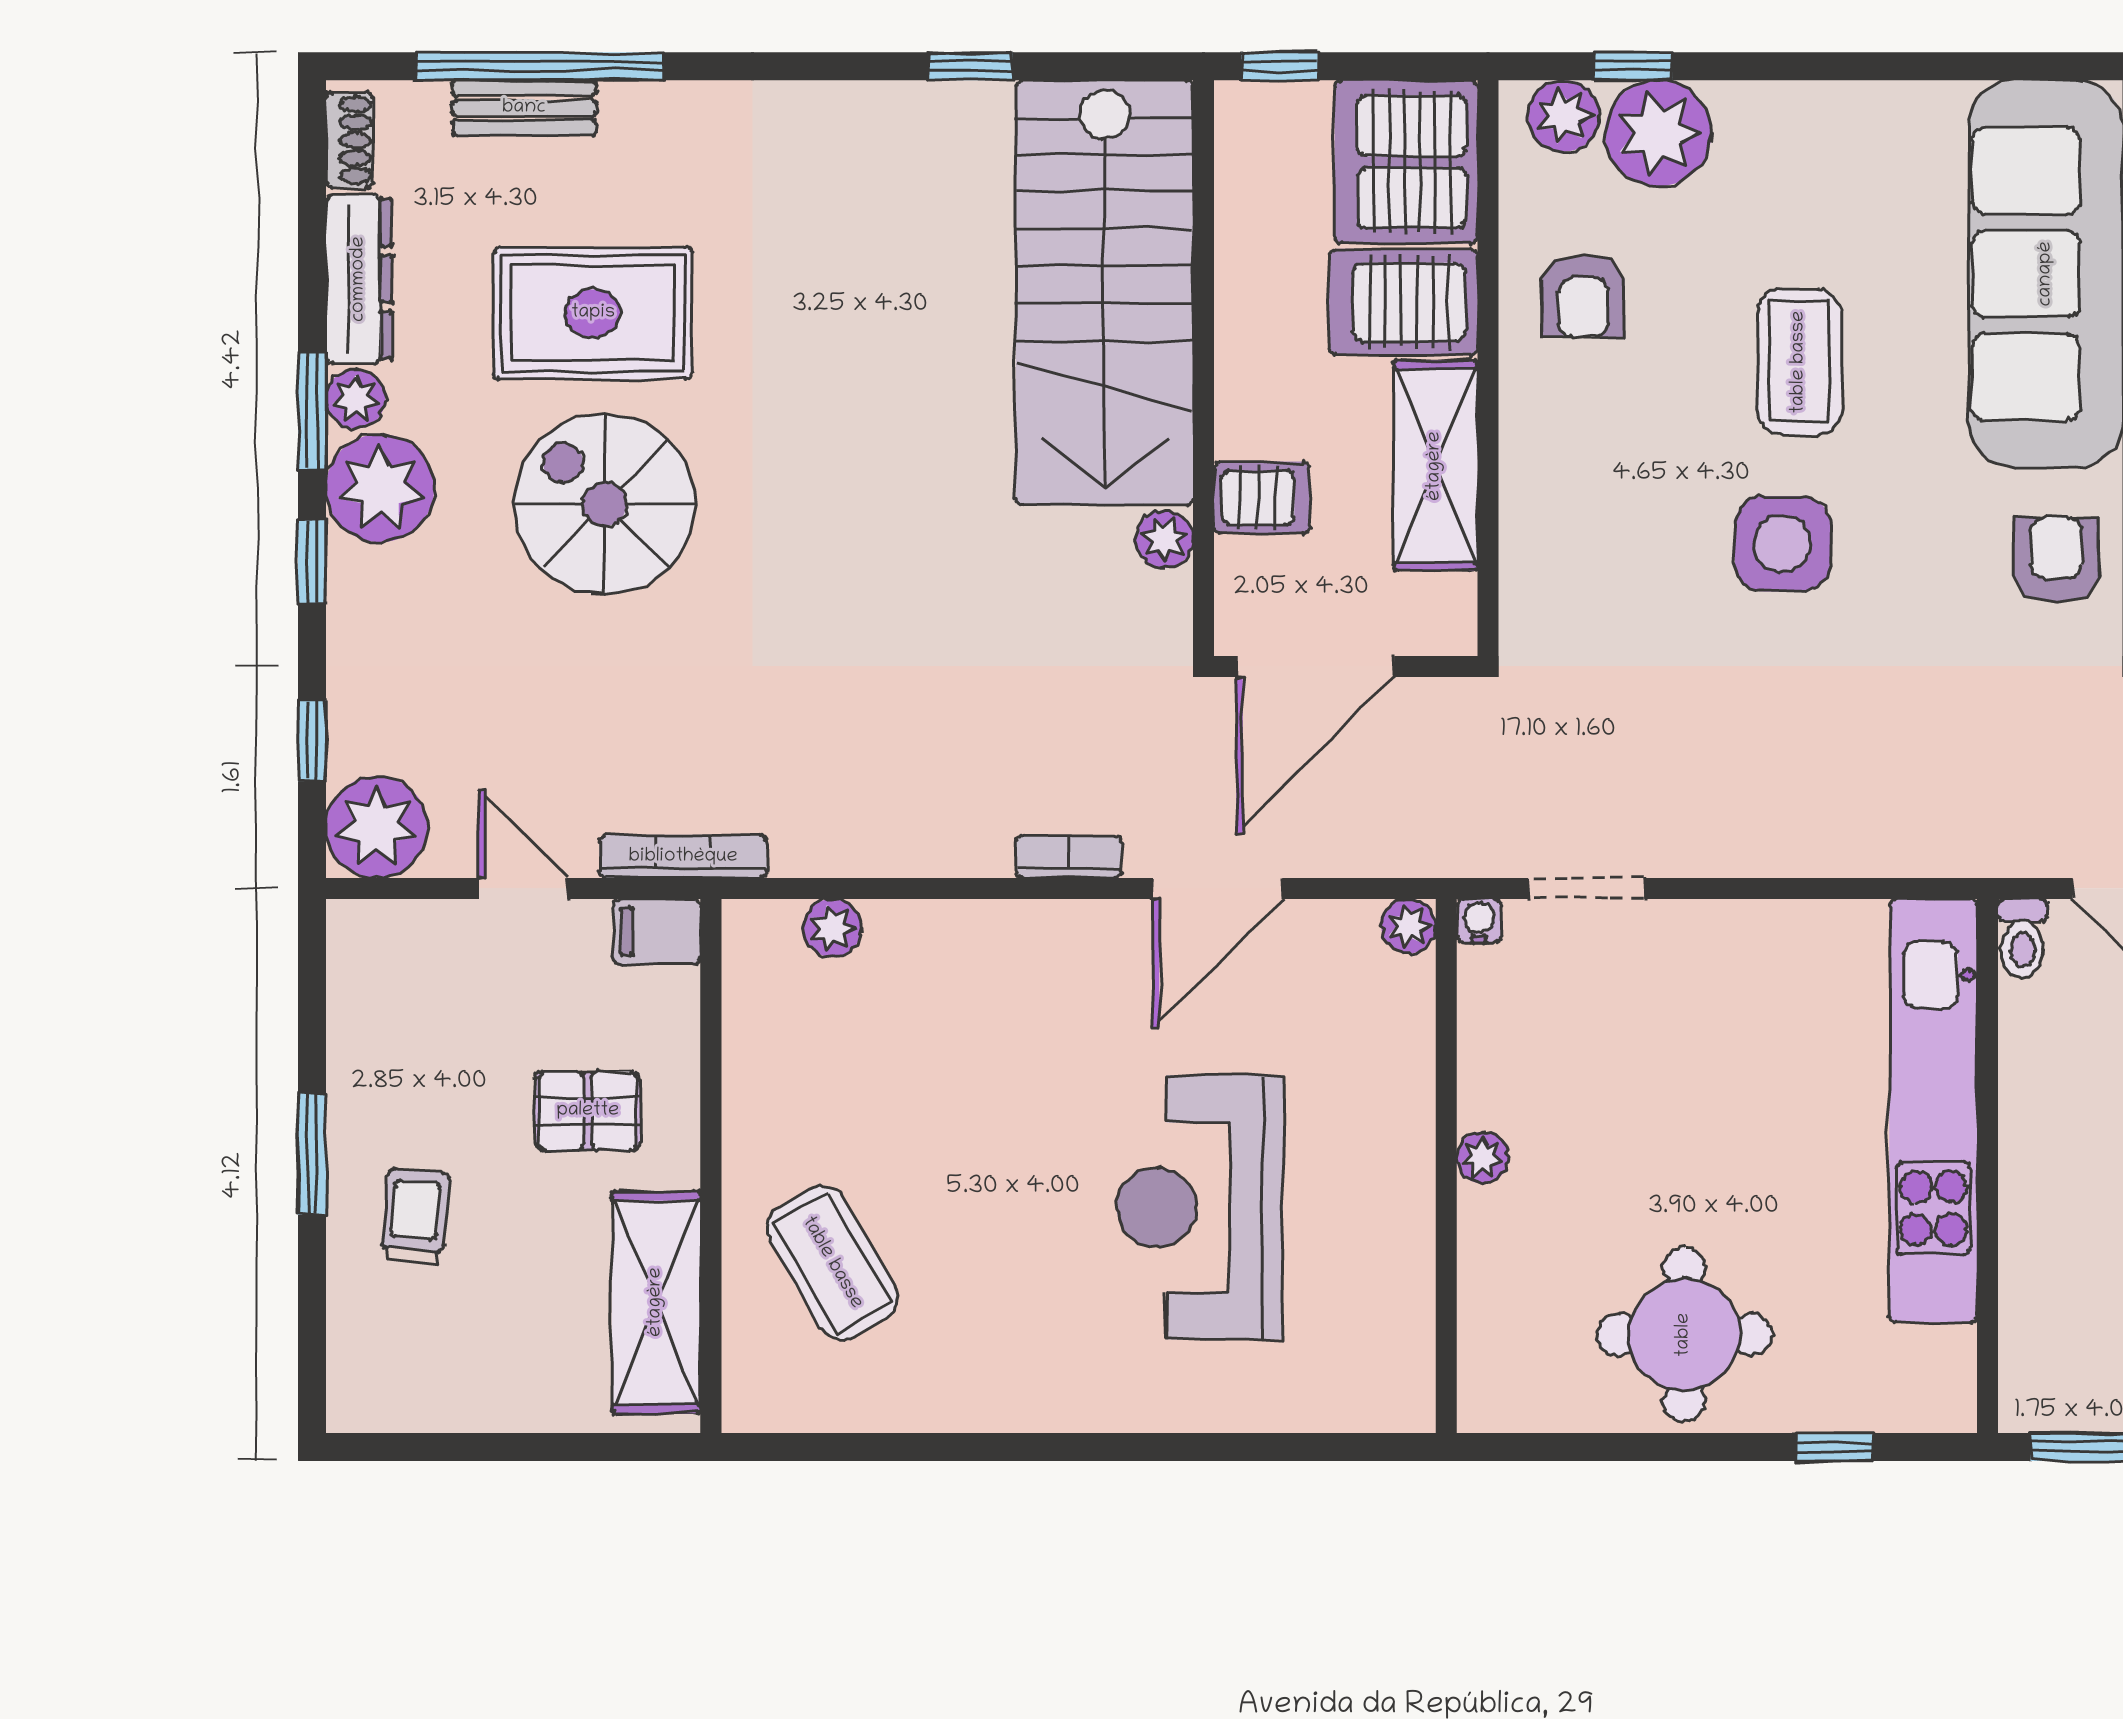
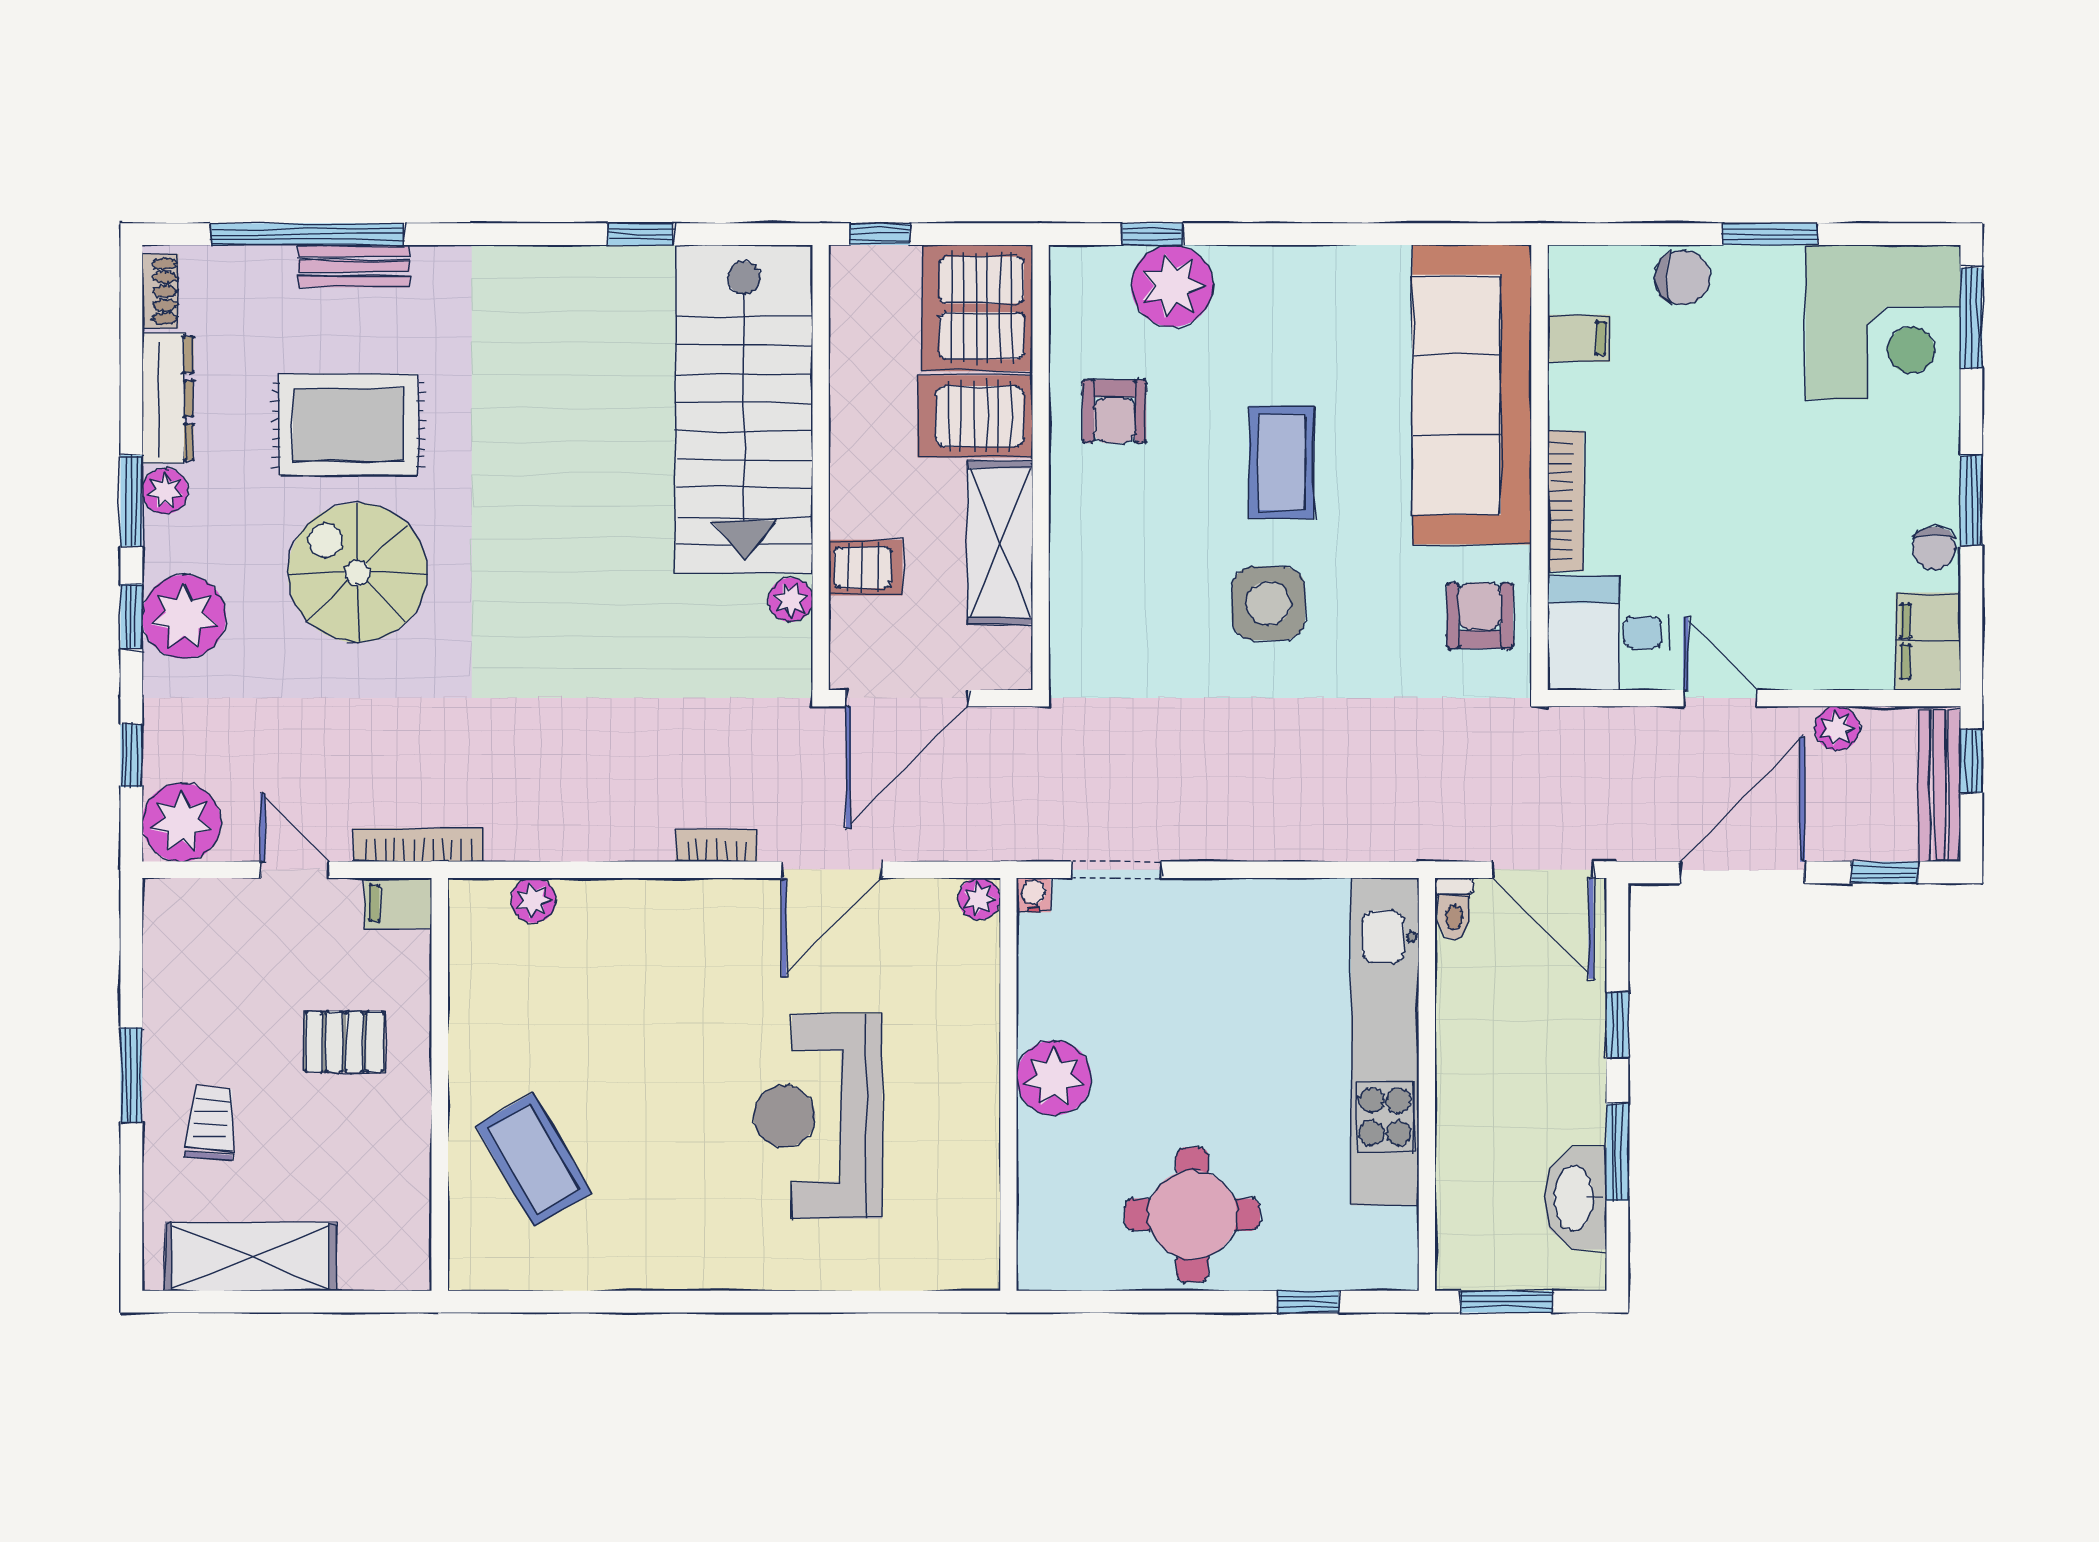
bench: (524, 108) -> (354, 266), moved
plant: (1564, 116) -> (1099, 272), removed
plant: (380, 488) -> (184, 617), moved
plant: (1483, 1158) -> (1054, 1078), width x1.88, depth x1.88
shelving: (656, 1302) -> (251, 1257), moved, turned 90

